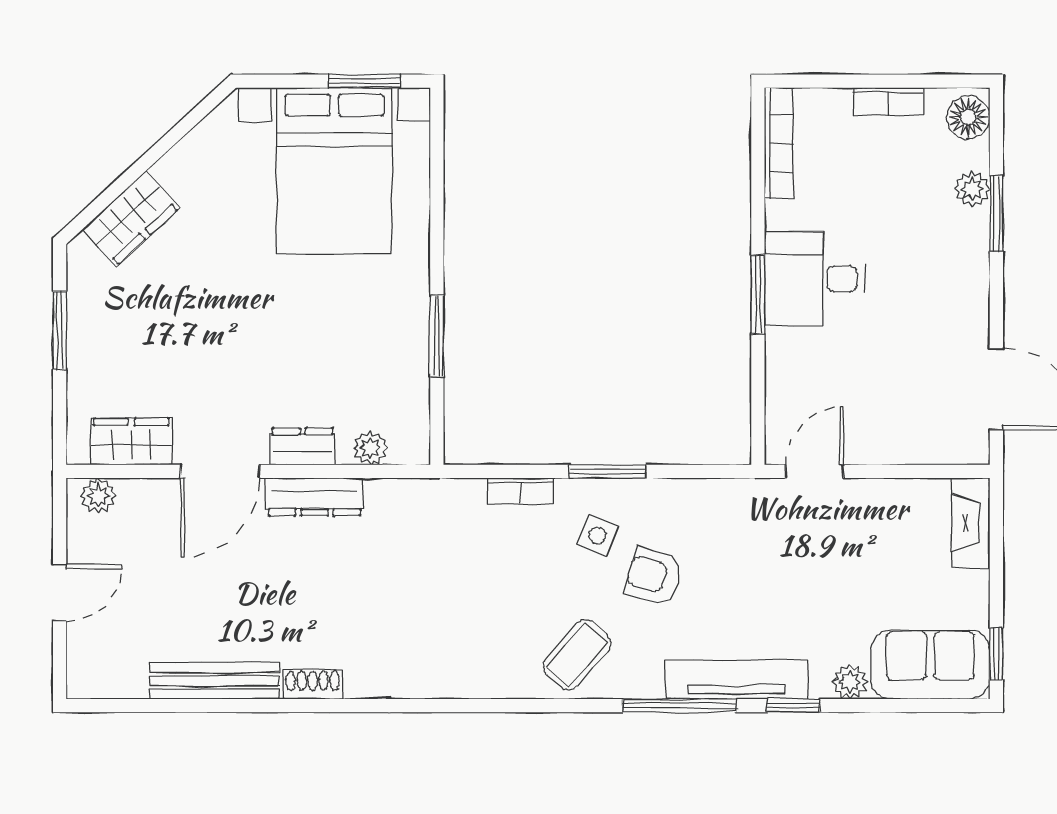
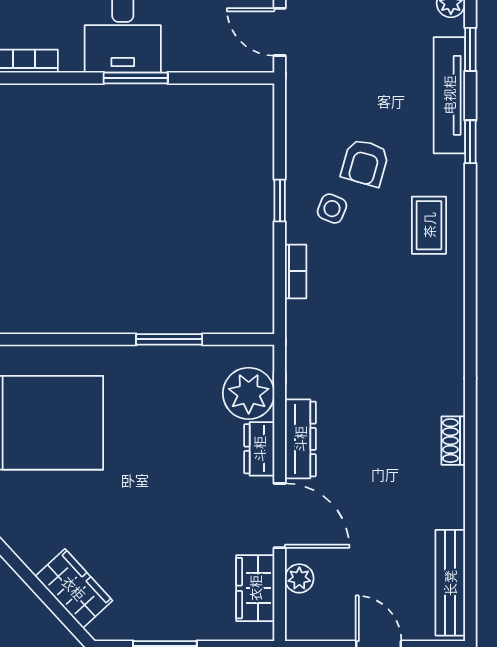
plant: (370, 448) -> (249, 393), width x1.87, depth x1.87
window: (607, 471) -> (280, 200), width x0.67
plant: (98, 495) -> (299, 578), moved
coffee table: (577, 655) -> (429, 225), turned 49
bench: (214, 681) -> (450, 583), moved
window: (679, 706) -> (470, 142), width x0.46

